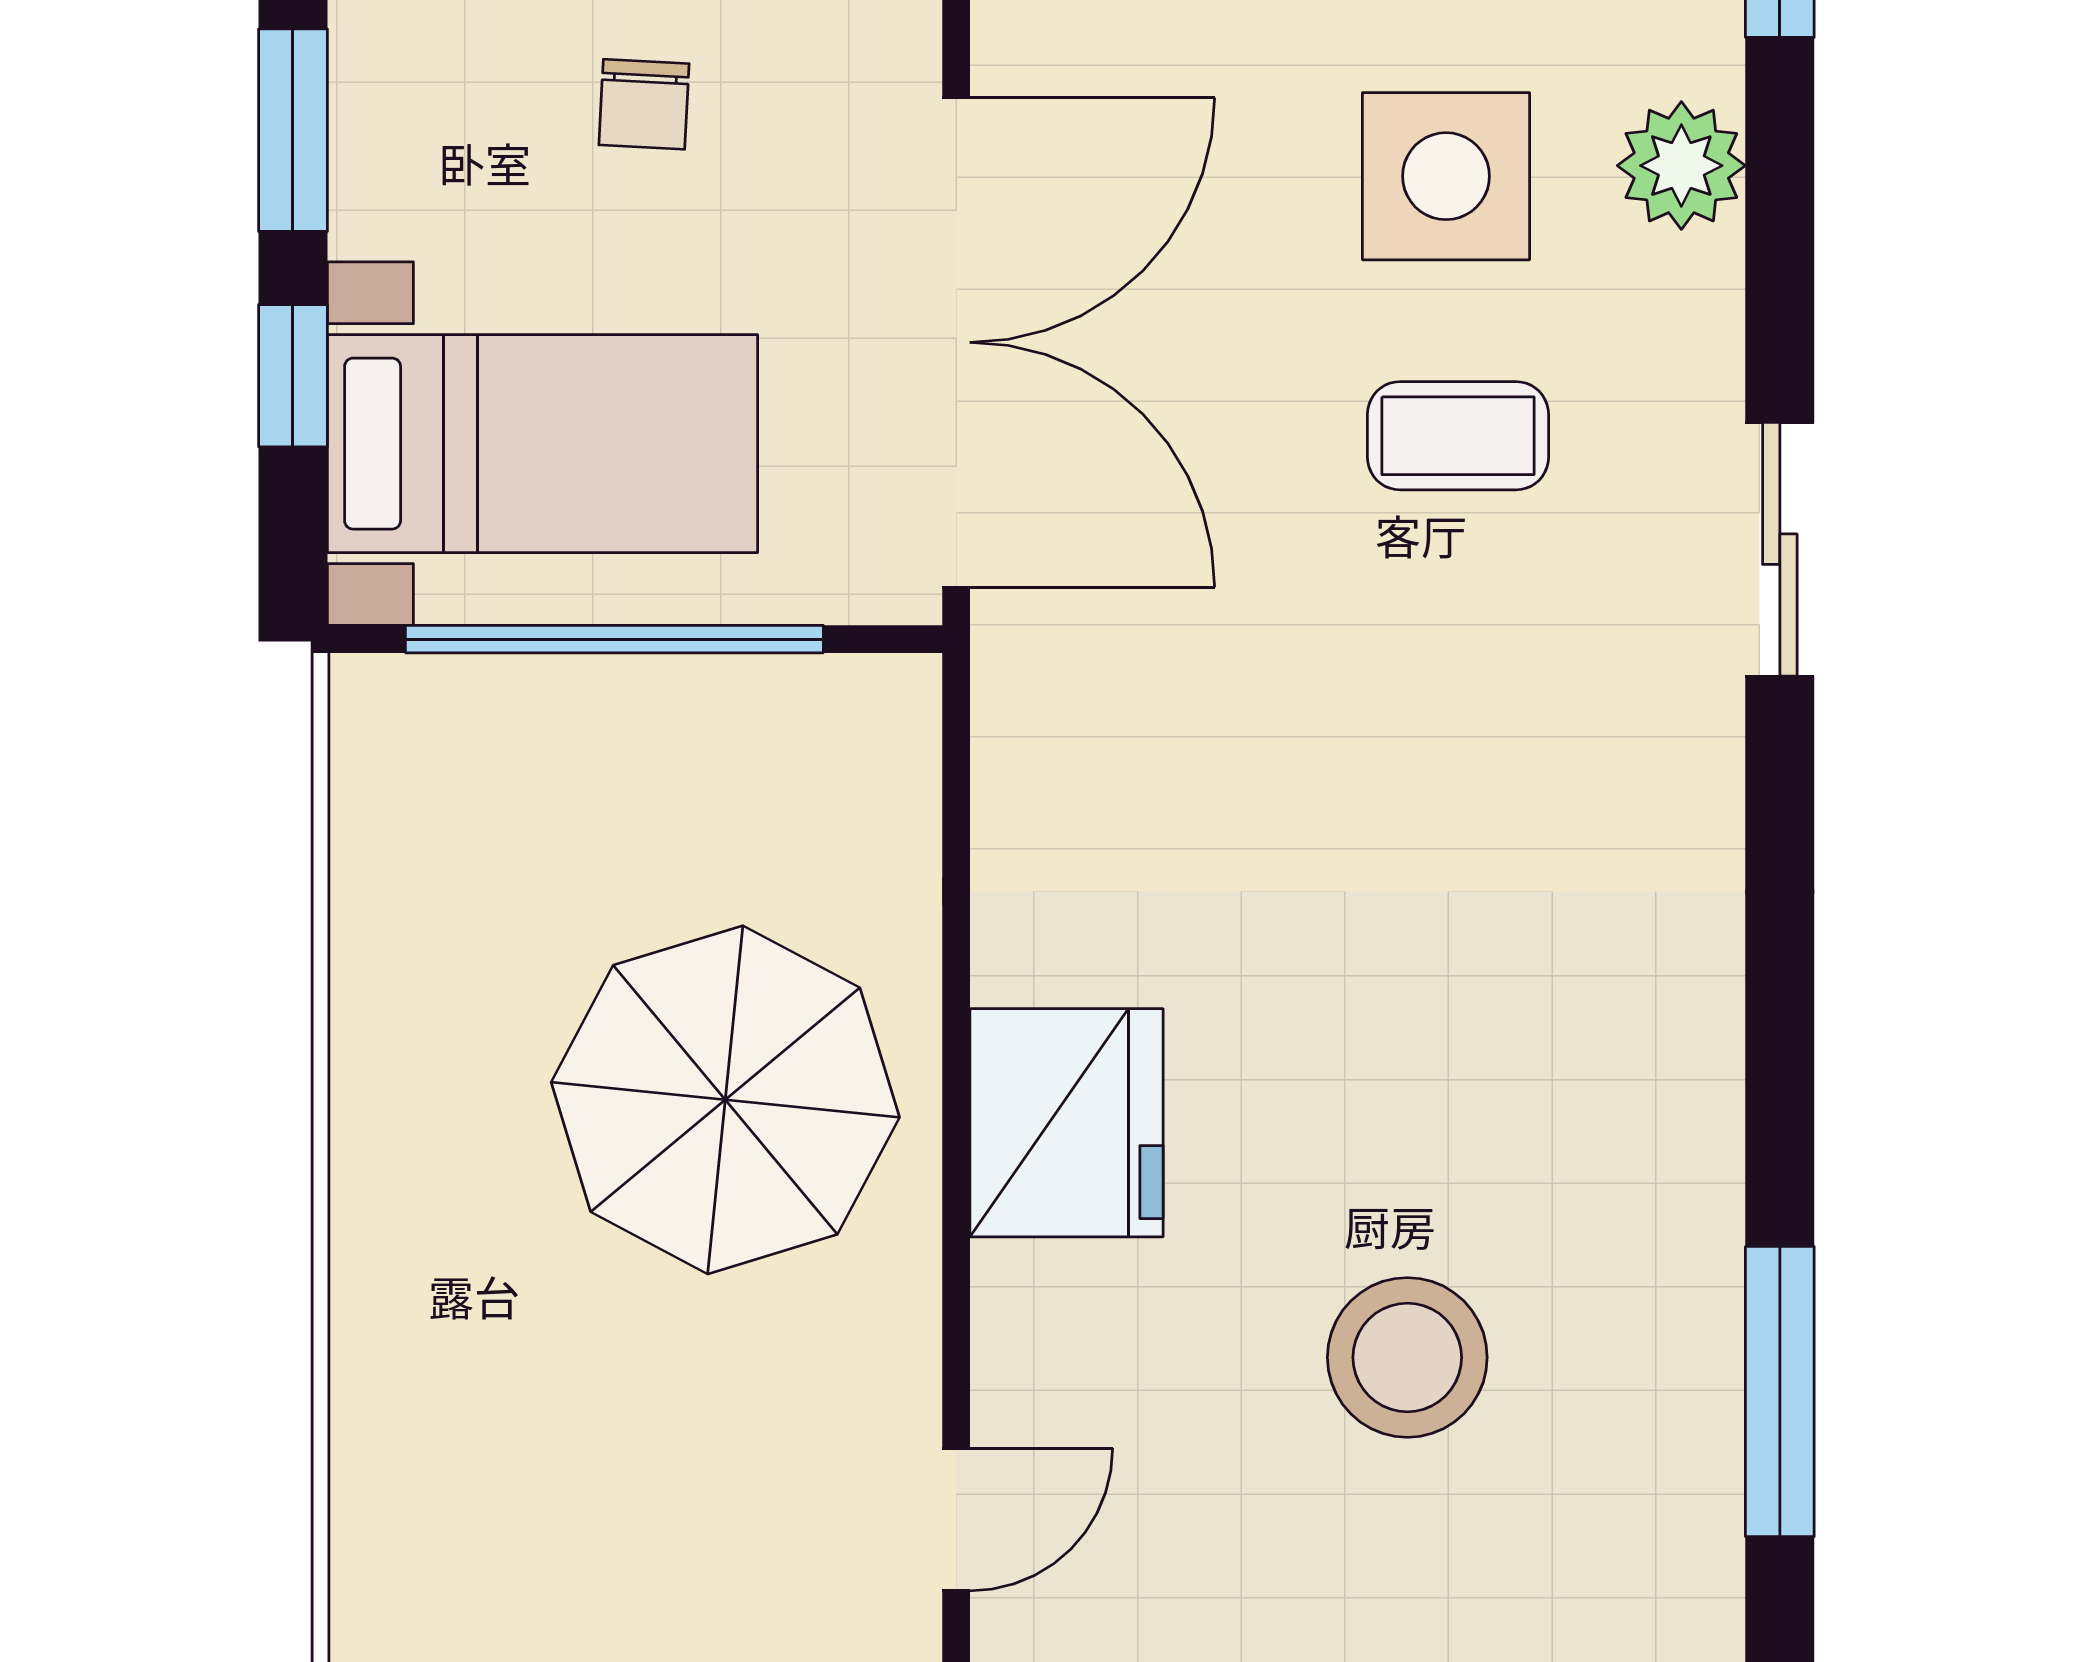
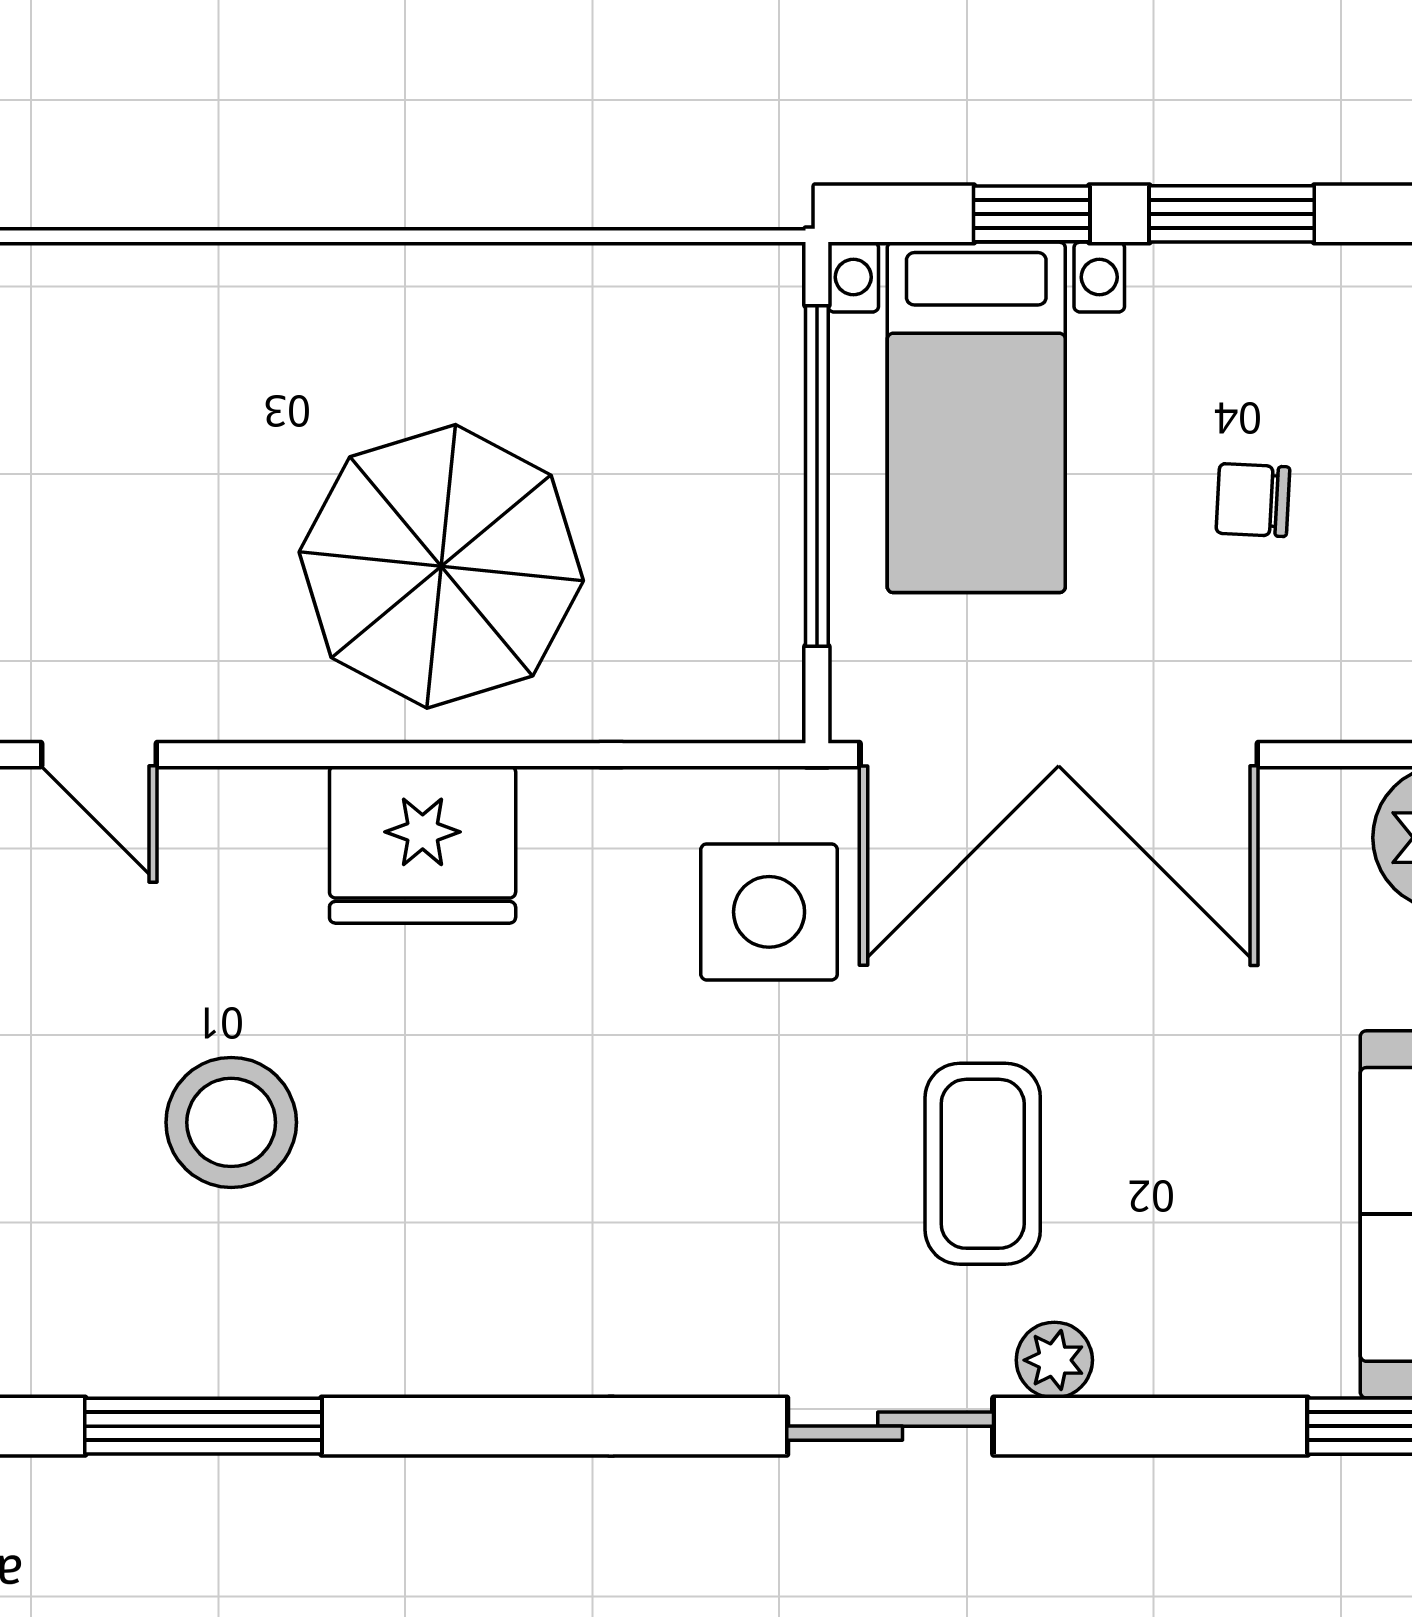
plant: (1681, 166) -> (1054, 1360), moved, width x0.73, depth x0.73
side table: (1446, 176) -> (769, 912), moved
coffee table: (1458, 436) -> (983, 1164), width x1.36, depth x1.30

